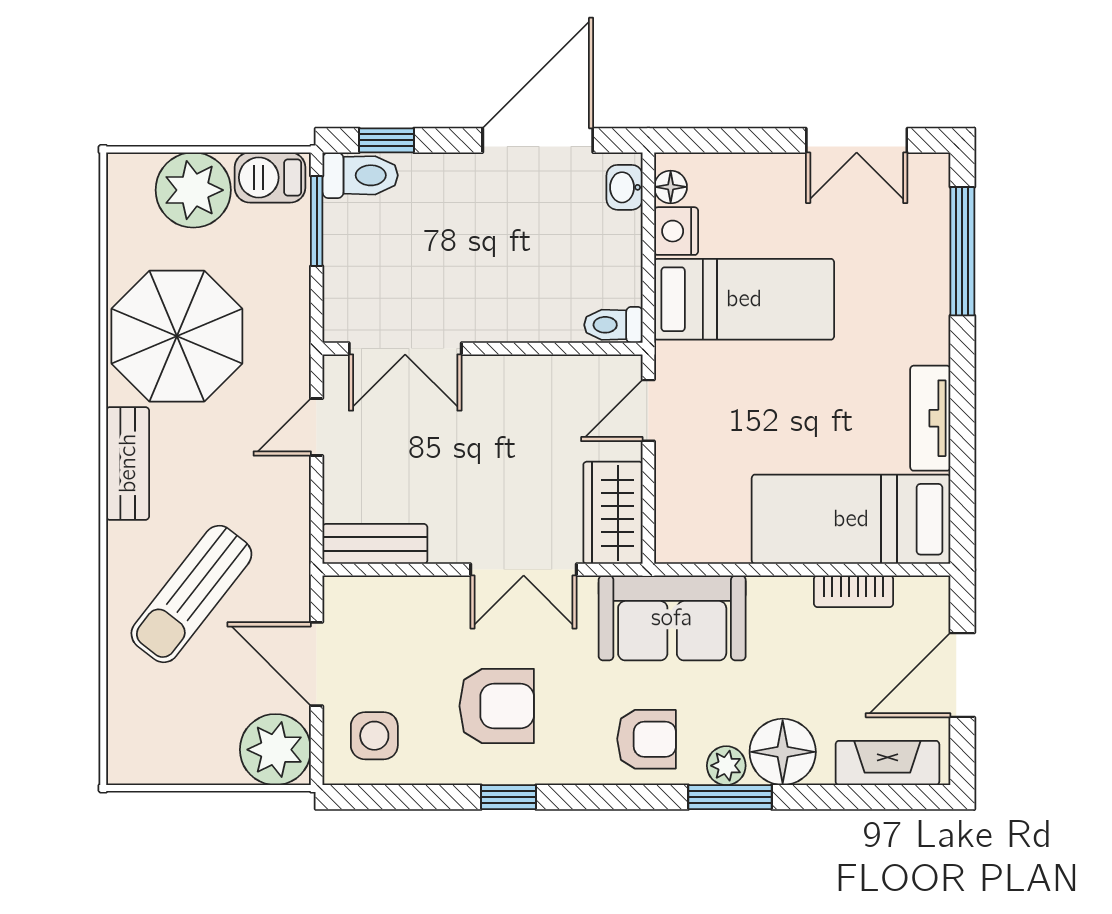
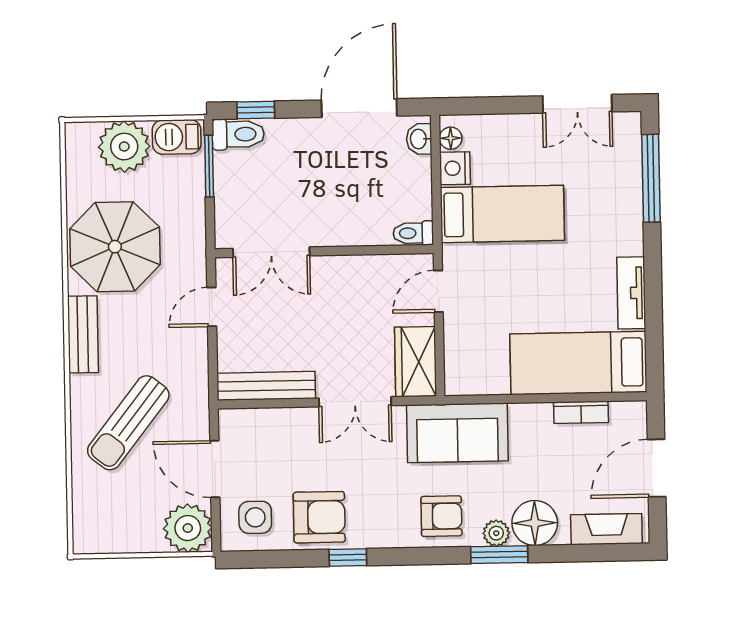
bench: (375, 544) -> (266, 386), width x1.36
armchair: (497, 706) -> (319, 517), moved

